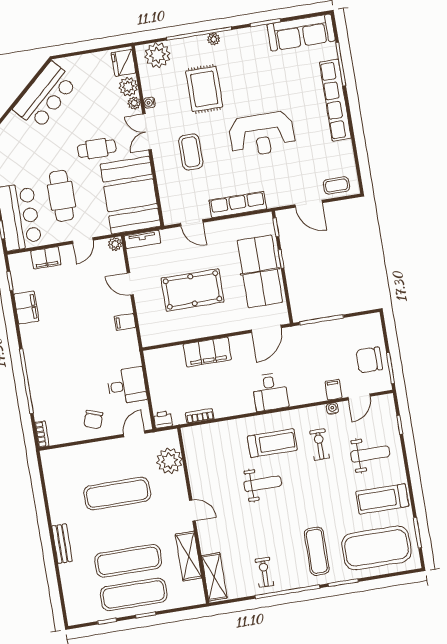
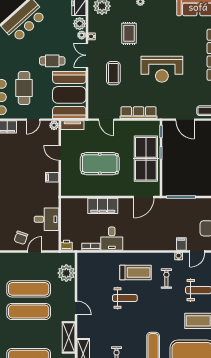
rug: (204, 89) -> (129, 33), width x0.73, depth x0.70
desk: (270, 392) -> (112, 239), moved
door: (134, 434) -> (35, 252), moved
exercise mat: (128, 561) -> (29, 311), moved

